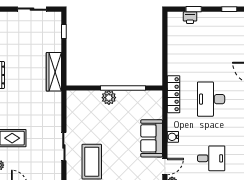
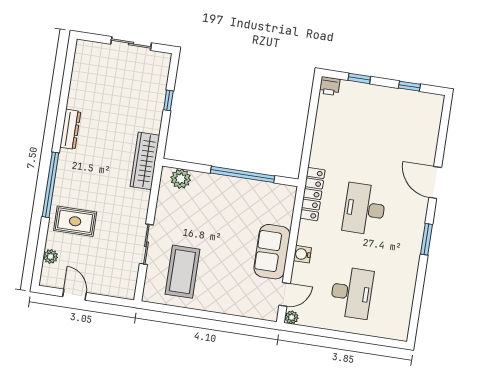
printer: (190, 18) -> (330, 86), moved
window: (64, 32) -> (168, 100), moved
wardrobe: (54, 72) -> (145, 161), moved
plant: (109, 98) -> (181, 179), moved
desk: (211, 158) -> (352, 293), width x1.37

